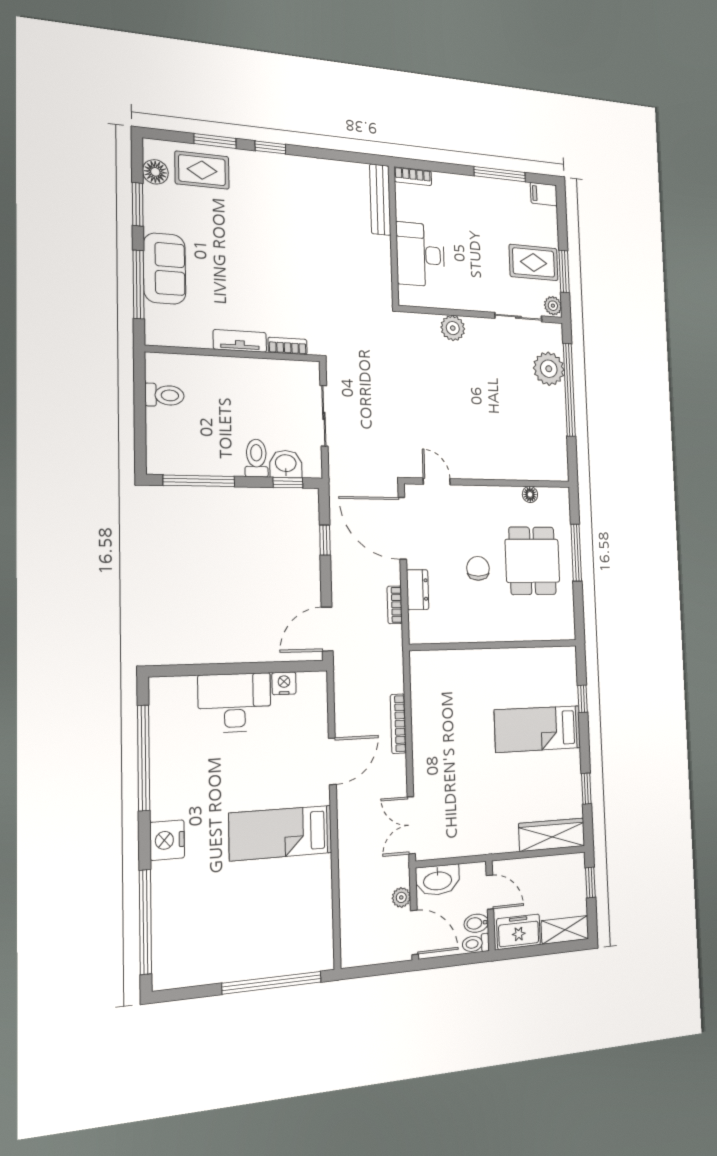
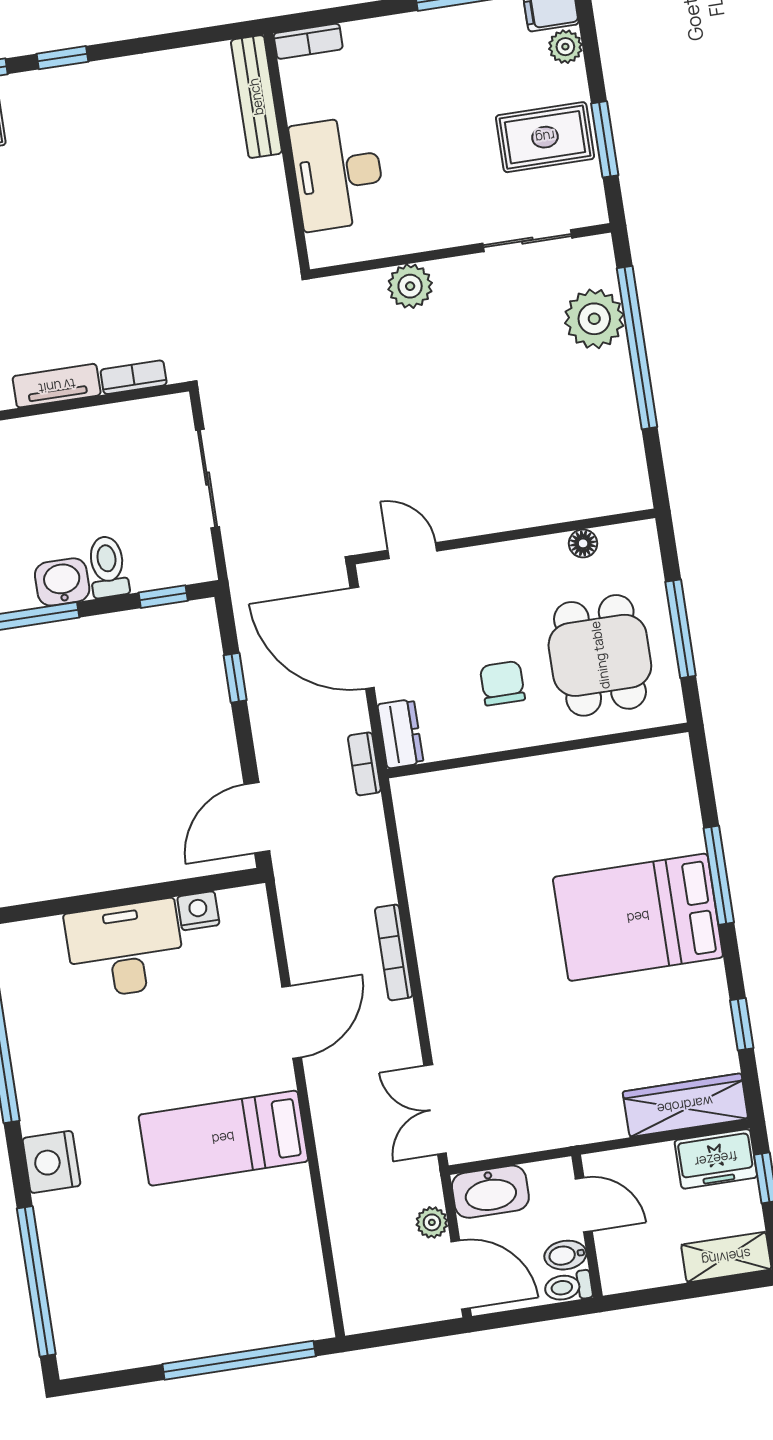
plant: (553, 306) -> (565, 47), moved
washbasin: (286, 464) -> (62, 582), moved
wall: (494, 645) -> (538, 750), moved
window: (582, 699) -> (719, 875), width x2.17
bed: (538, 729) -> (638, 917), width x1.50
freezer: (519, 932) -> (716, 1159), moved, turned 180

